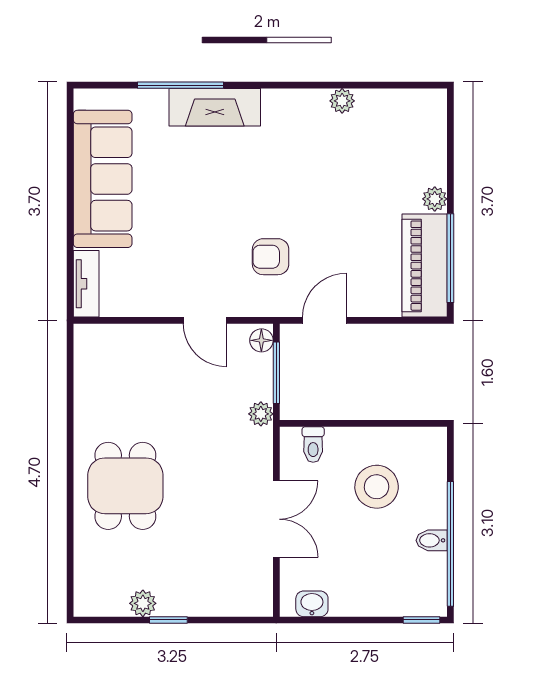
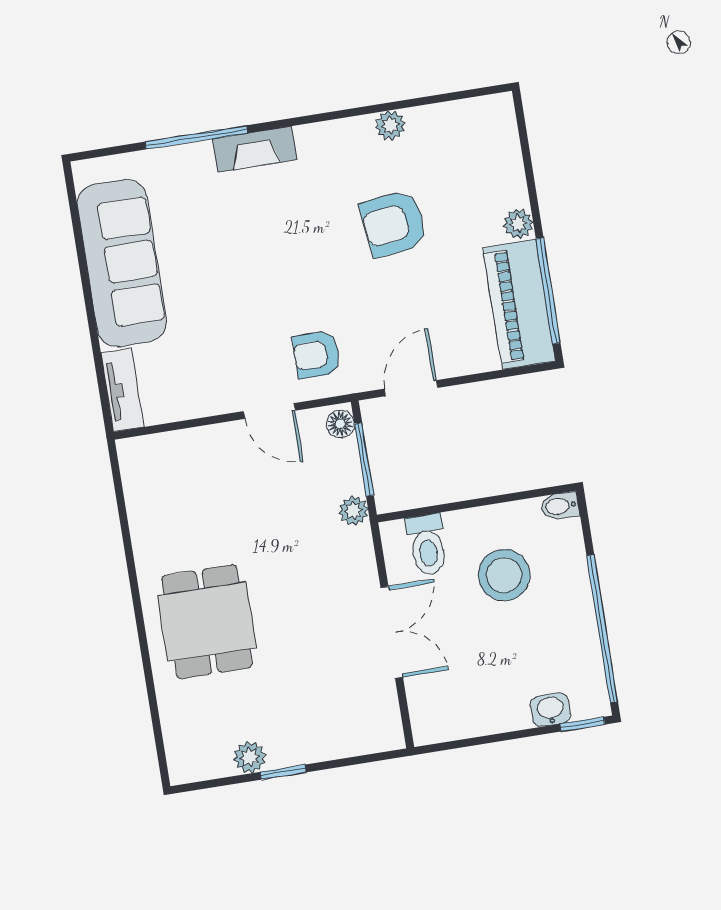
fireplace: (215, 107) -> (255, 149), width x0.73, depth x0.76
armchair: (332, 182) -> (394, 224), added
armchair: (271, 257) -> (317, 355), moved
toilet: (313, 445) -> (427, 545), width x1.37, depth x1.39
bidet: (432, 540) -> (560, 506), moved
washbasin: (312, 604) -> (551, 710), moved

